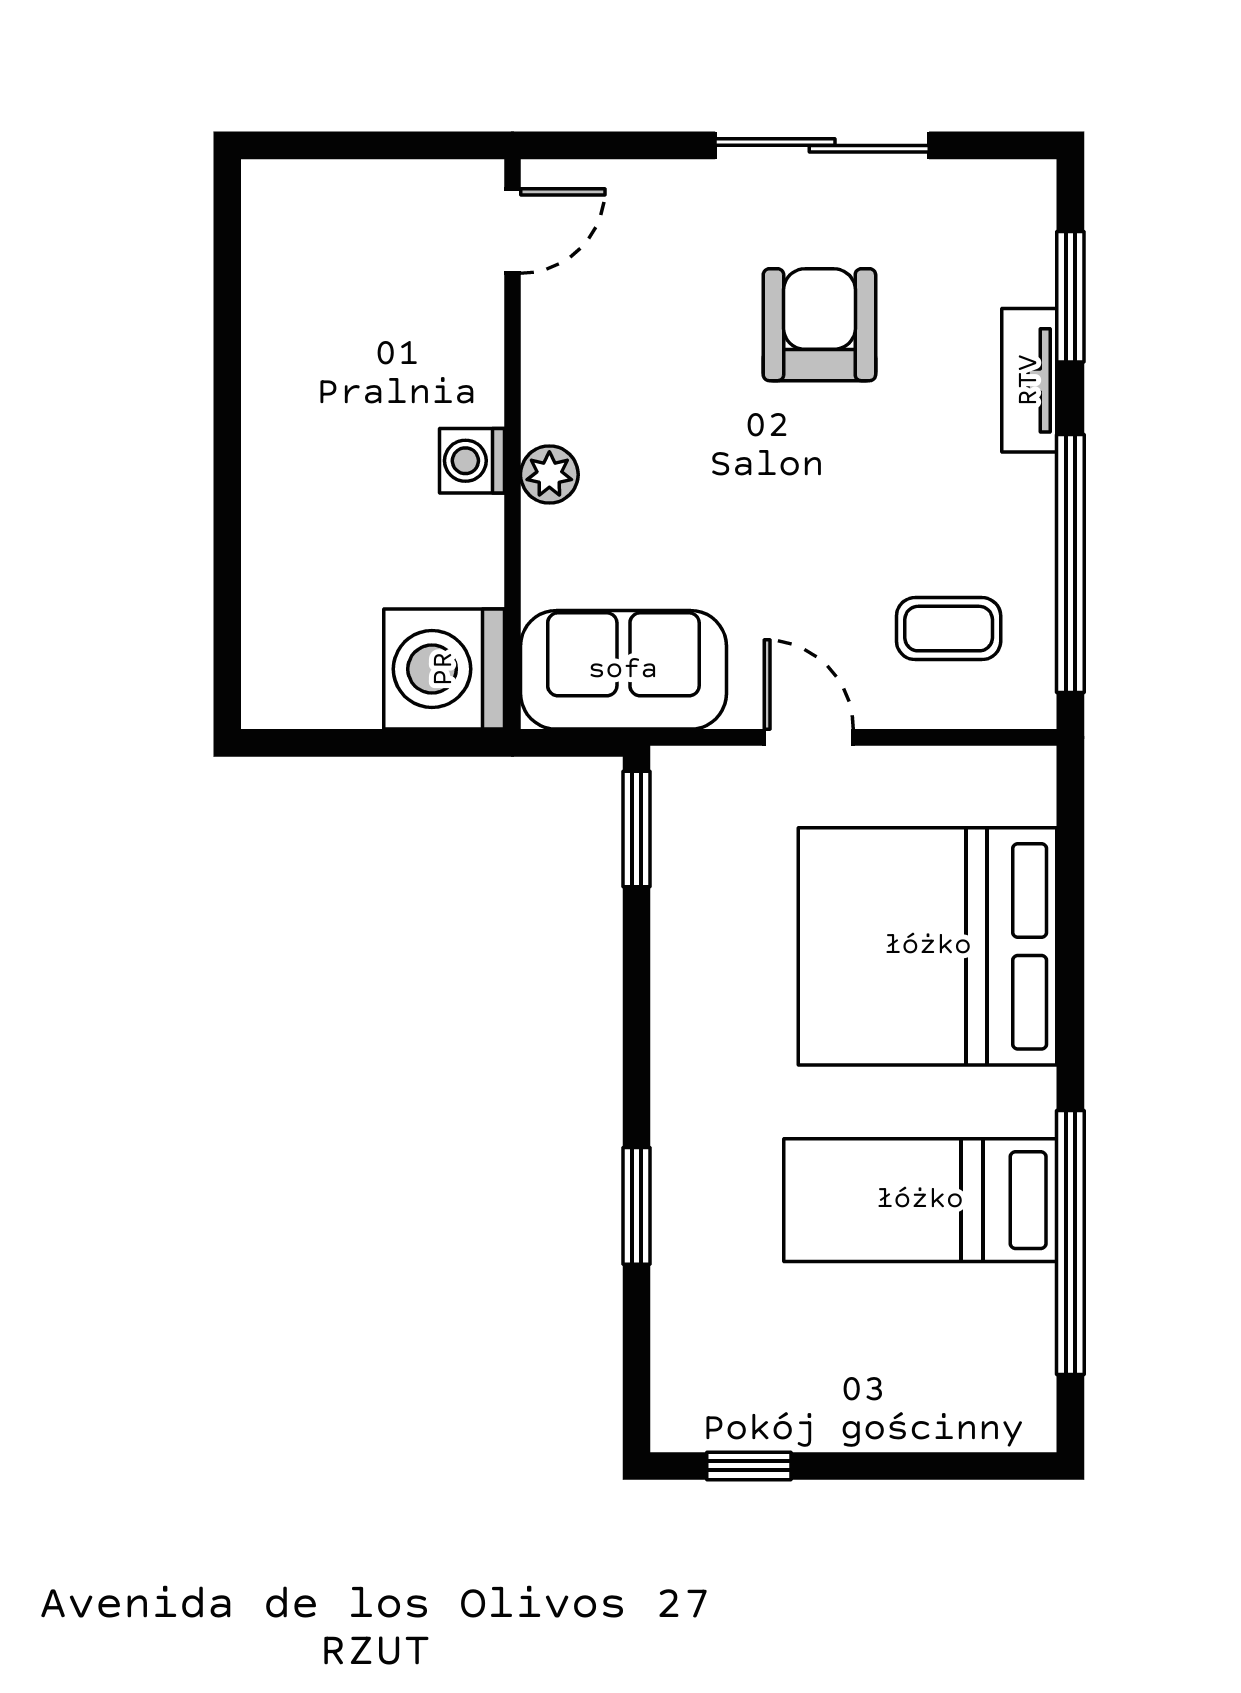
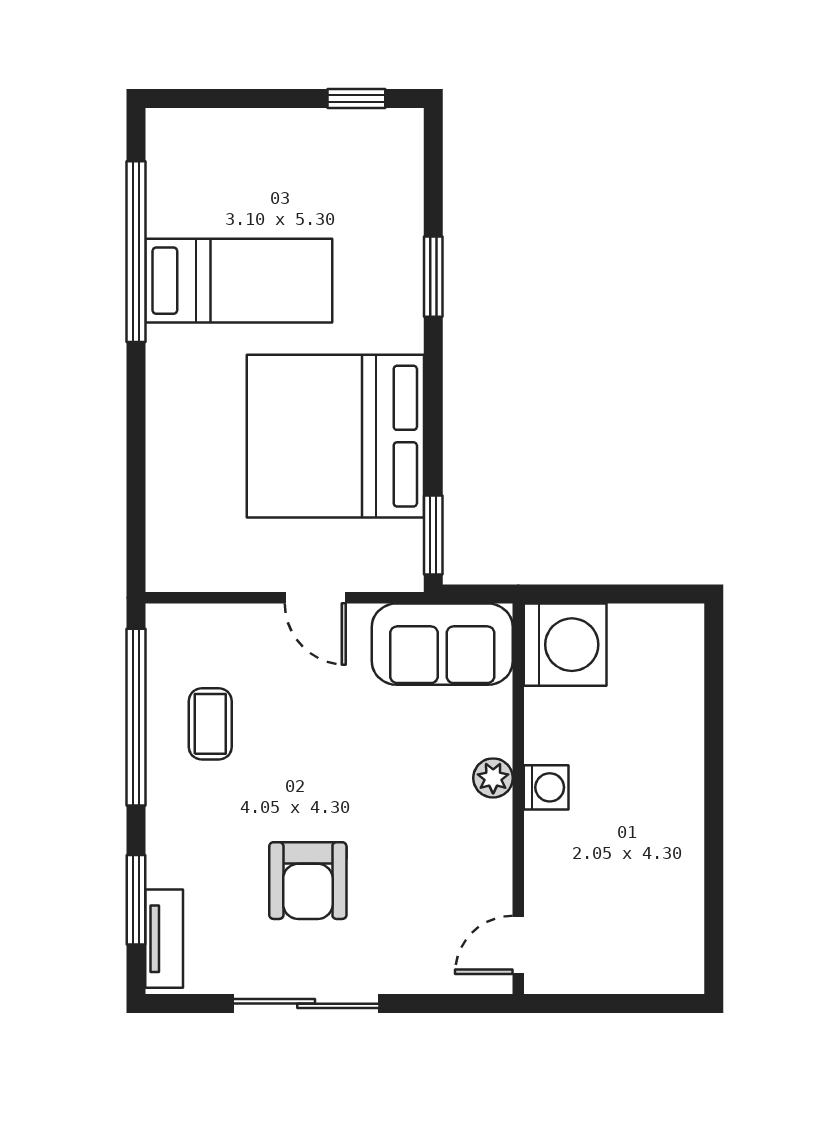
tv unit: (1029, 380) -> (164, 939), moved
coffee table: (949, 629) -> (210, 724), moved, turned 90
bed: (928, 946) -> (335, 436), moved, turned 180

